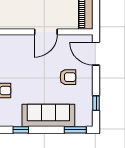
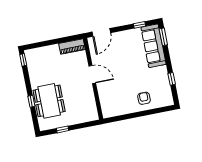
armchair: (68, 77) -> (124, 51), removed
sofa: (48, 115) -> (154, 46), moved

